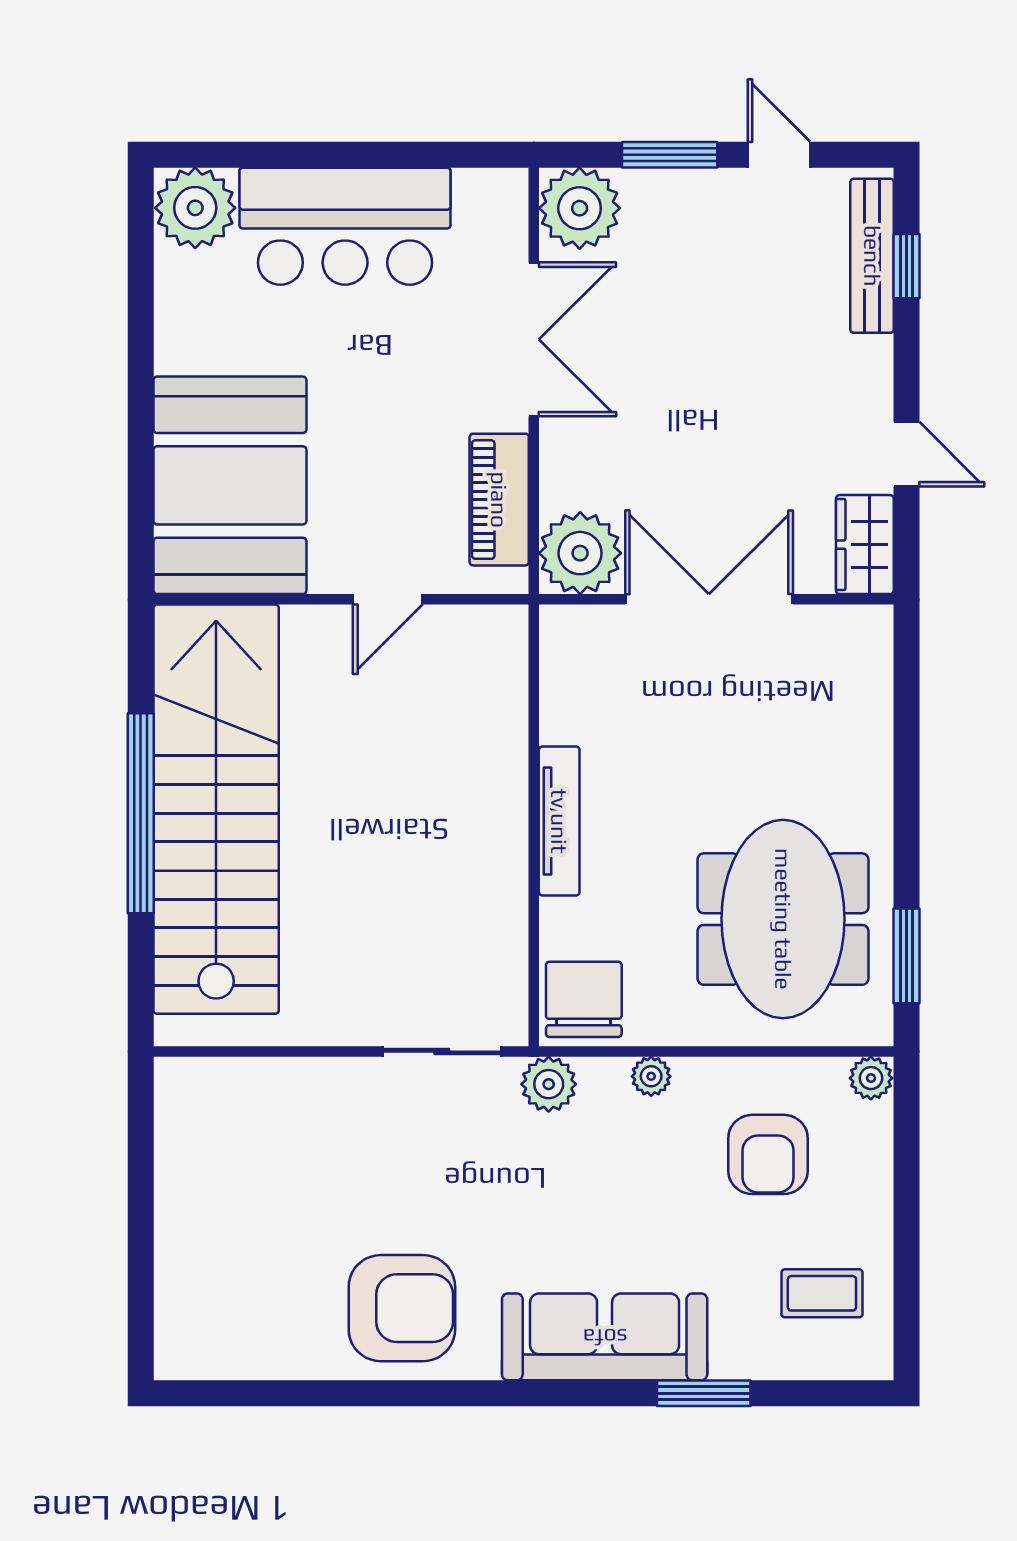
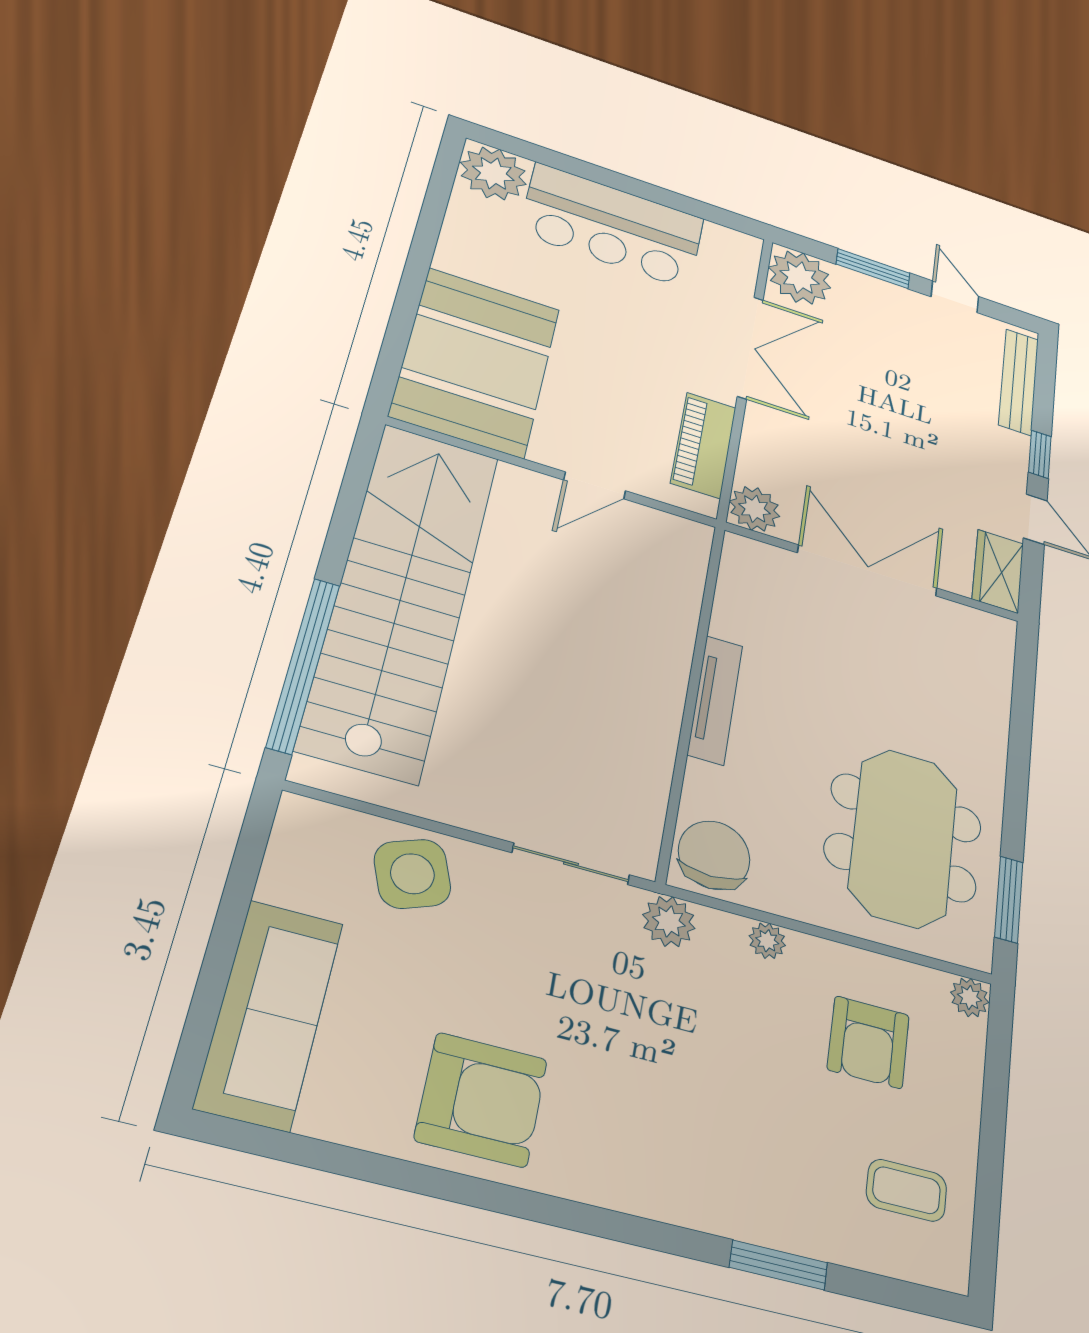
window: (906, 266) -> (1040, 454), moved
plant: (580, 553) -> (755, 509), width x0.73, depth x0.73
window: (141, 813) -> (303, 665), moved
side table: (293, 1106) -> (412, 874), added
sofa: (605, 1337) -> (270, 1014), moved, turned 90

